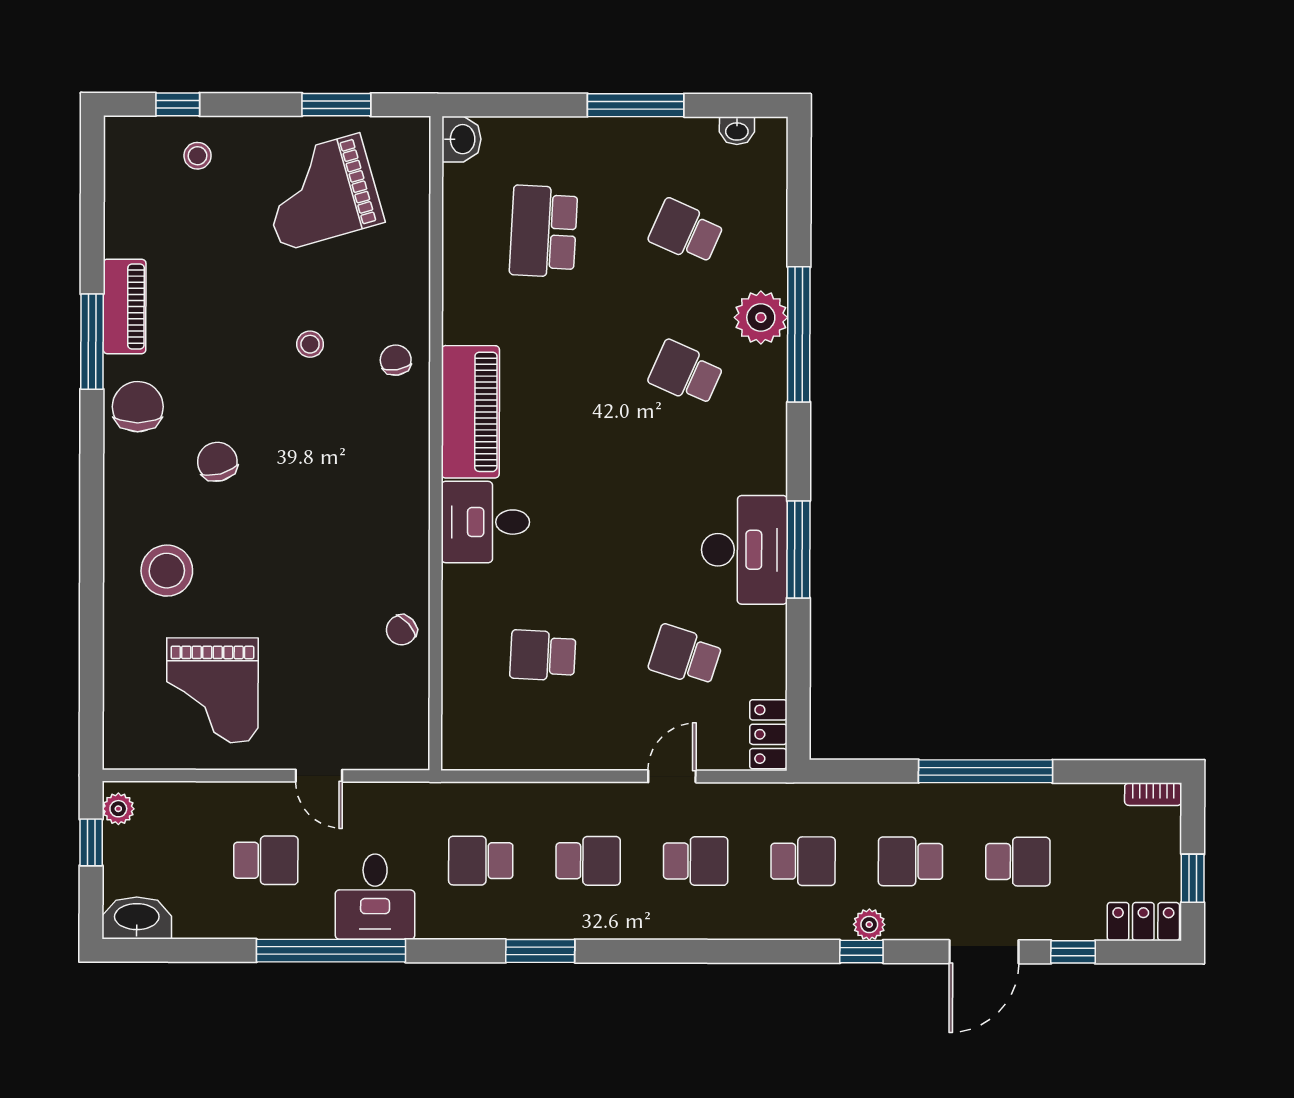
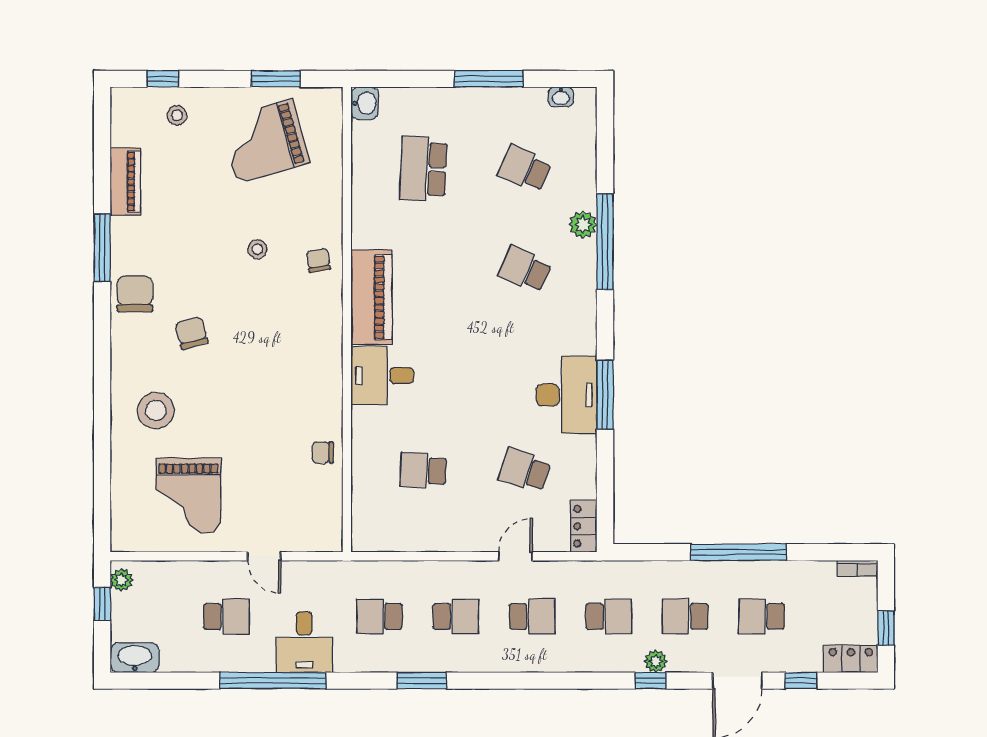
piano: (124, 306) -> (125, 182), moved
plant: (761, 318) -> (583, 225), width x0.73, depth x0.73
chair: (402, 630) -> (323, 452), turned 42
school desk: (1018, 862) -> (762, 616), turned 180

